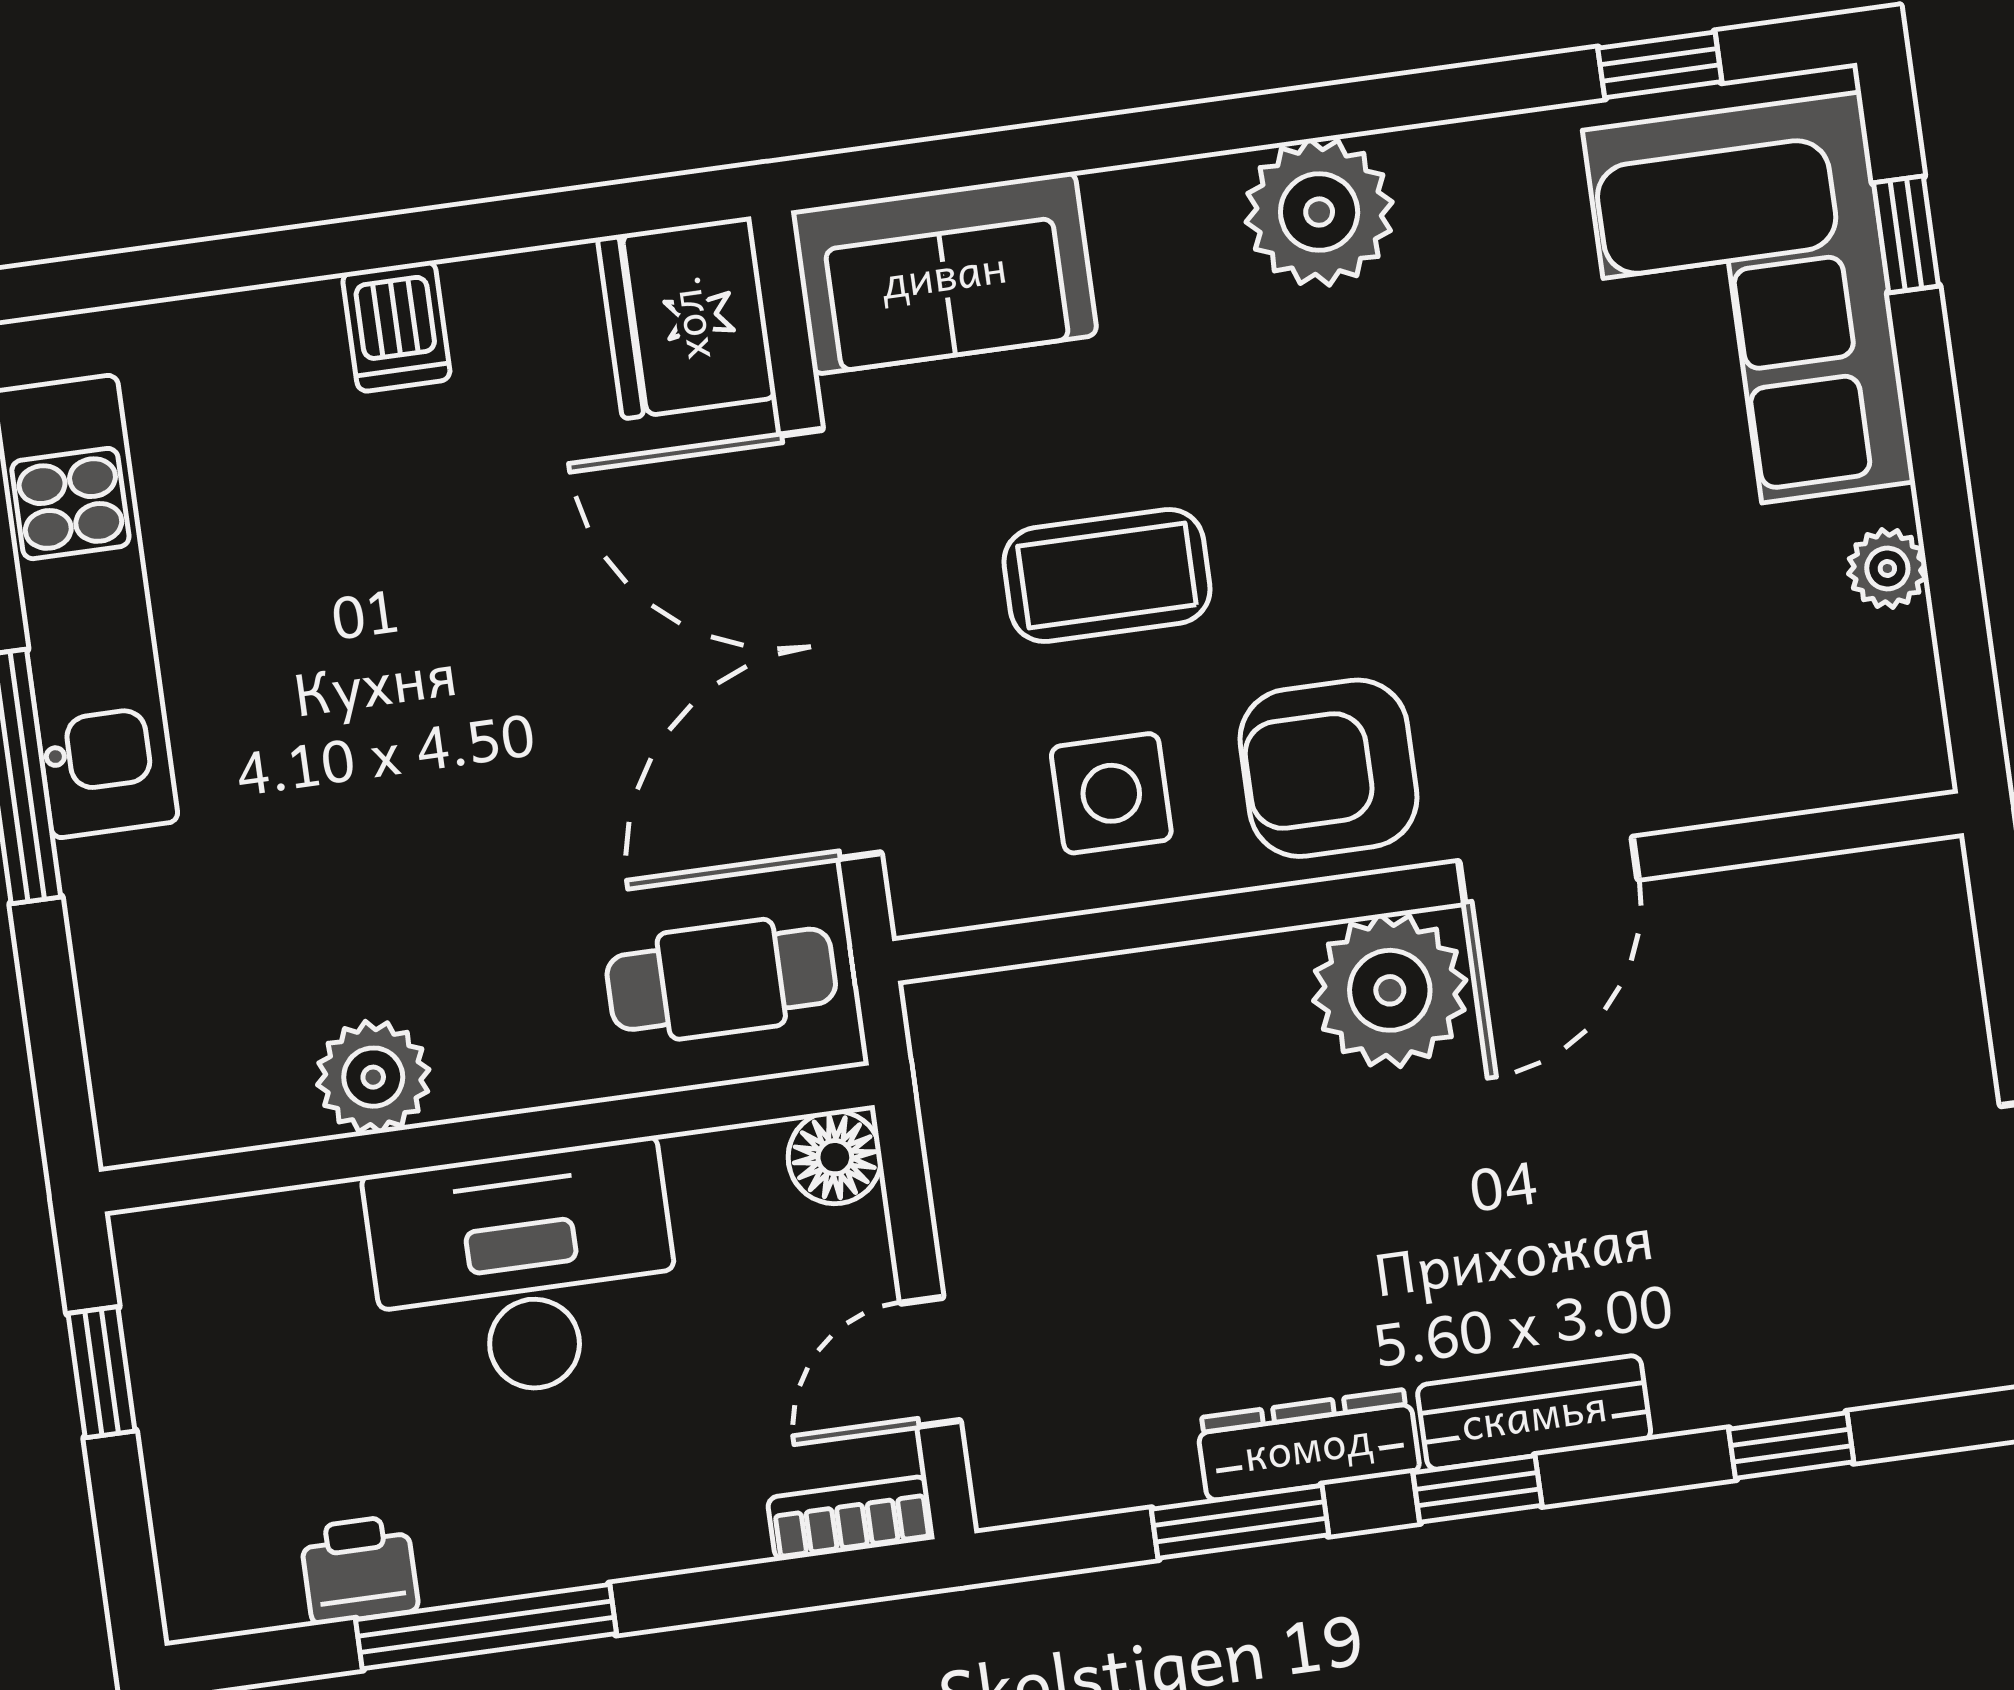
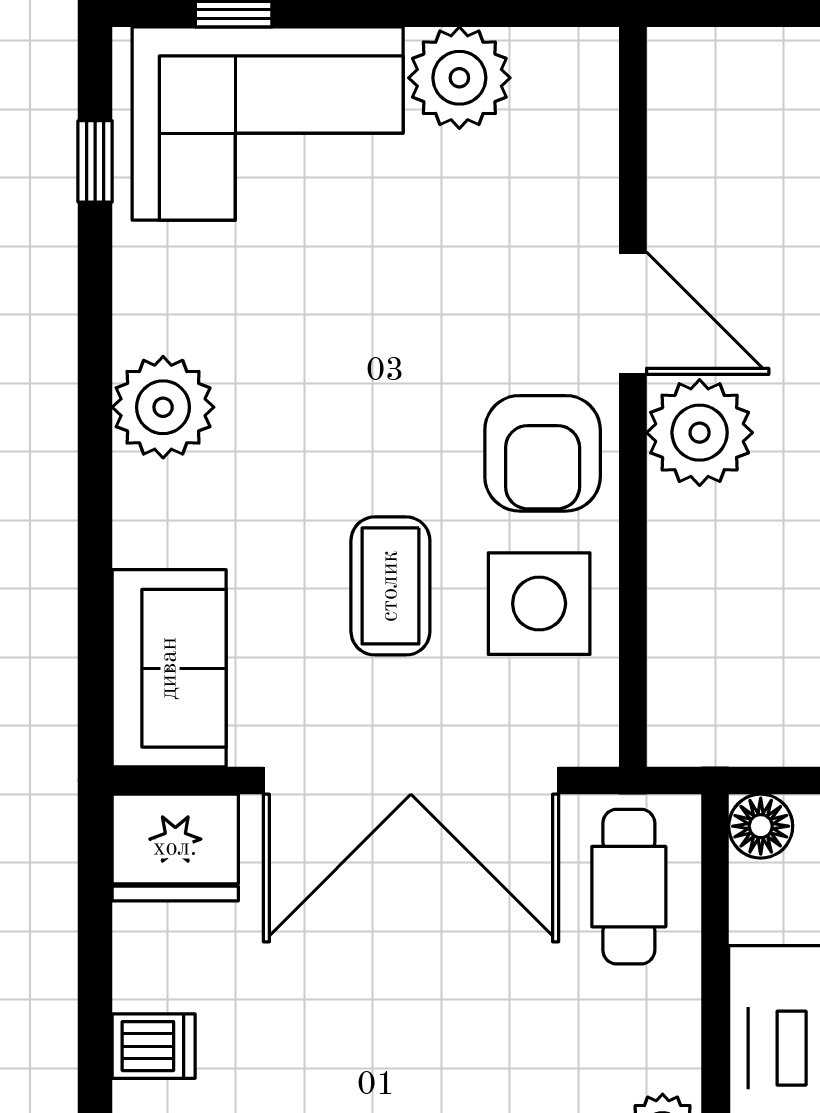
plant: (1887, 568) -> (459, 78), width x1.87, depth x1.87
side table: (1111, 793) -> (539, 604), width x1.37, depth x1.37

